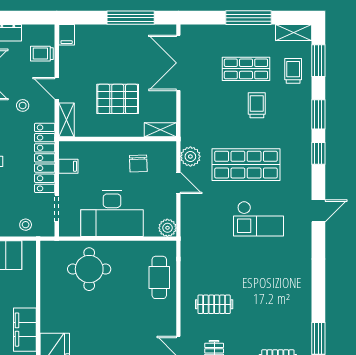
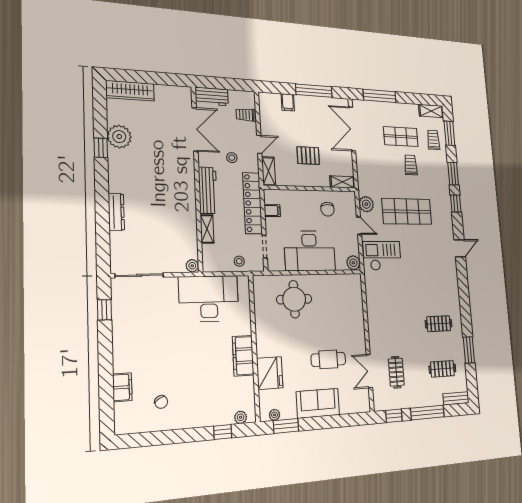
window: (248, 18) -> (380, 96), moved
filing cabinet: (67, 35) -> (288, 102), moved
door: (57, 88) -> (259, 144), swing flipped
pallet: (118, 99) -> (308, 156), width x0.67, depth x0.71
checkout: (259, 219) -> (382, 256), moved, turned 180
cafe table: (159, 277) -> (328, 359), moved, turned 90
clothes rail: (214, 304) -> (439, 324), moved

